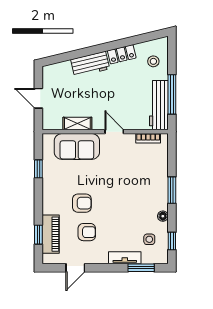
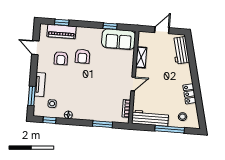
workbench: (90, 64) -> (181, 50), moved
window: (172, 94) -> (170, 129), moved
sofa: (77, 146) -> (119, 39), moved, turned -90
window: (172, 190) -> (103, 124), moved

